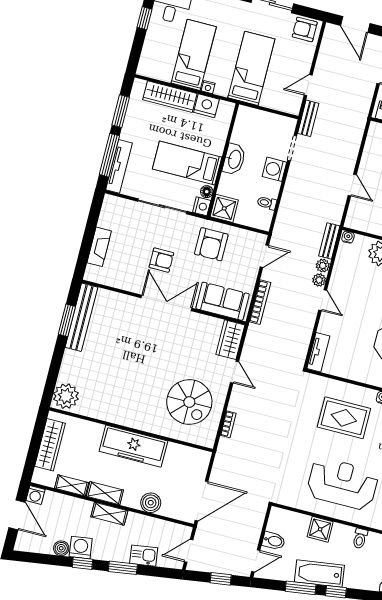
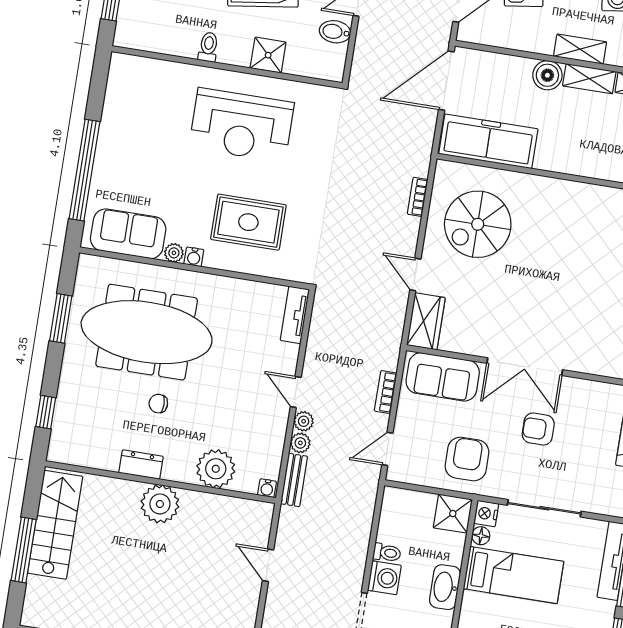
toilet: (267, 203) -> (387, 553), moved
bookcase: (260, 302) -> (386, 392), width x0.64
spiral stairs: (189, 402) -> (478, 224), turned -90
freezer: (133, 446) -> (488, 141), moved
boiler: (151, 503) -> (547, 75), moved

